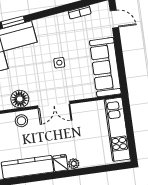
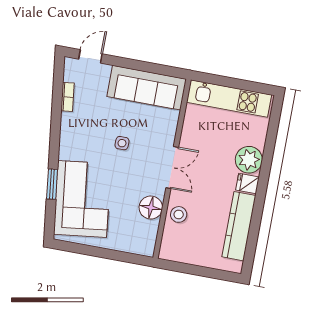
plant: (74, 164) -> (249, 160), width x1.88, depth x1.88

